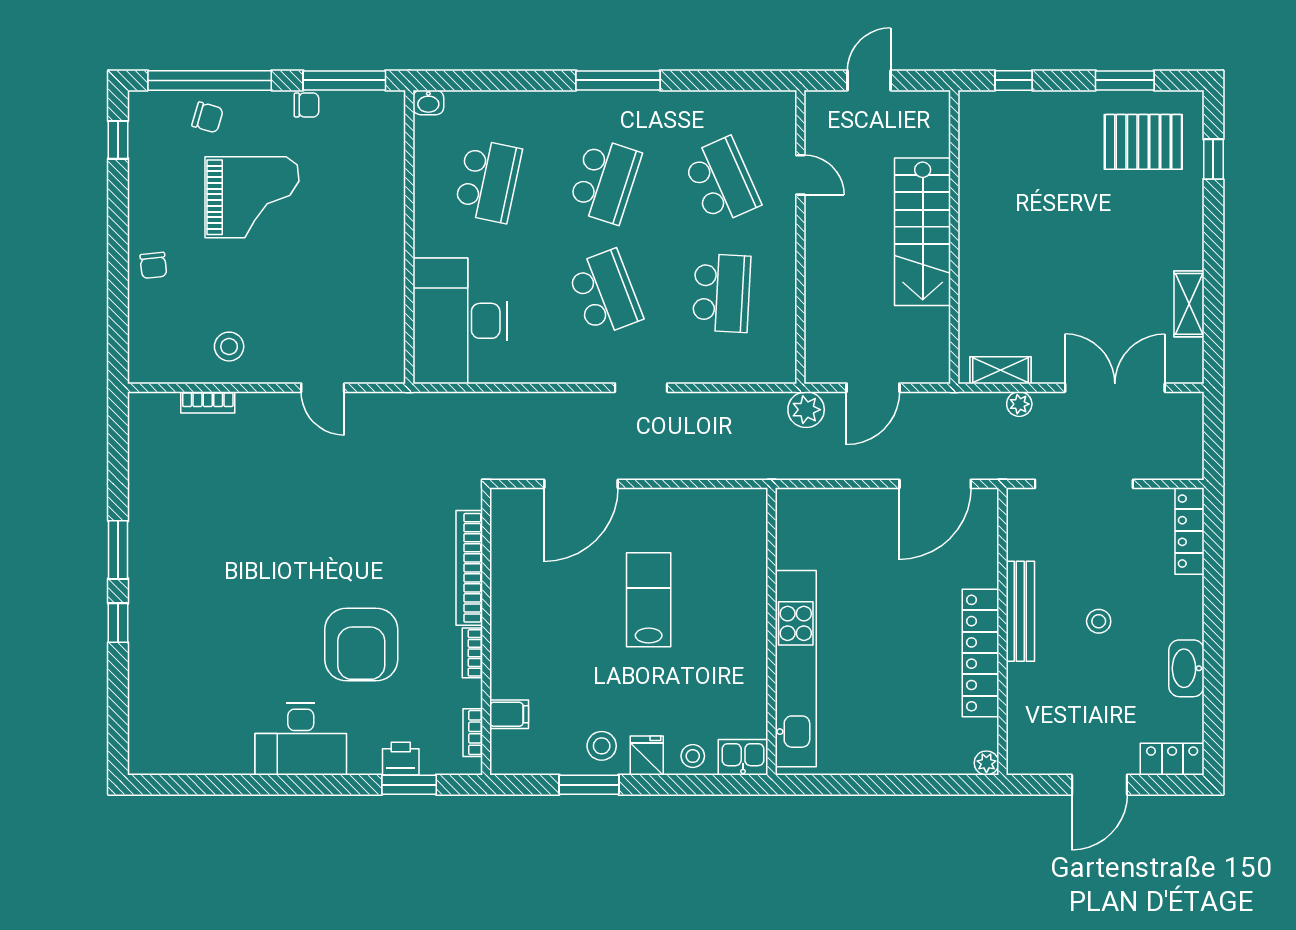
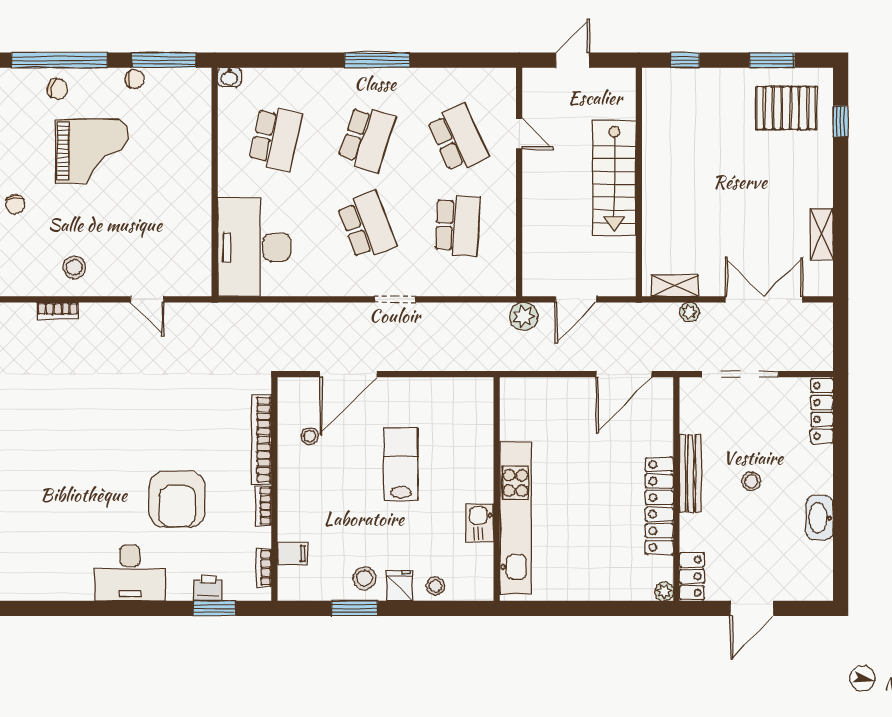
stool: (531, 563) -> (310, 436), added
kitchen sink: (743, 757) -> (480, 523), moved, turned -90
locker: (1172, 759) -> (692, 576), moved, turned 90

